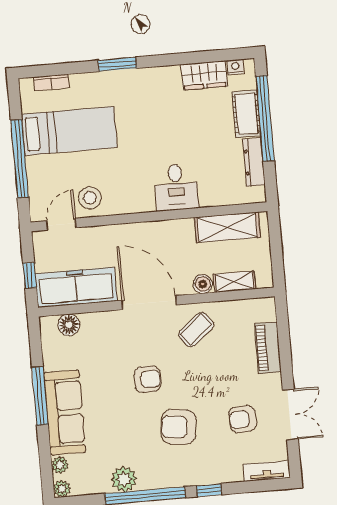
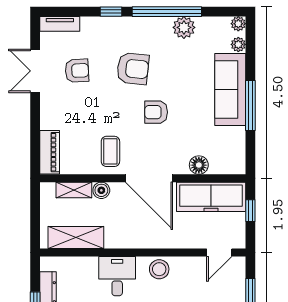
stool: (90, 198) -> (159, 269), moved
floor lamp: (69, 325) -> (199, 165), moved
coffee table: (196, 330) -> (110, 151), turned -51
piano: (268, 348) -> (50, 152), moved

